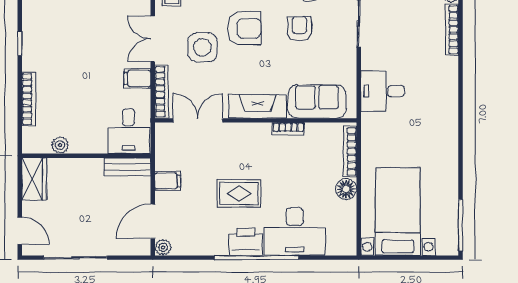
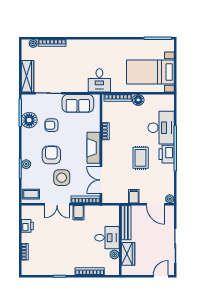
desk: (383, 91) -> (99, 80), moved
sofa: (317, 102) -> (78, 103), moved, turned -90
desk: (129, 131) -> (107, 238), moved
bench: (127, 167) -> (126, 223), width x1.36
wardrobe: (34, 179) -> (128, 254), moved, turned 90

